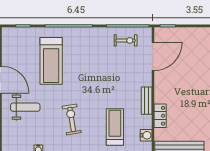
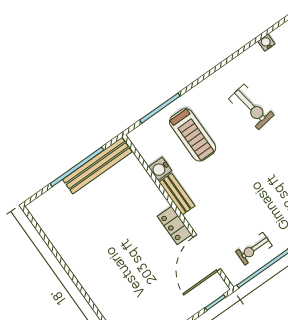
locker: (160, 116) -> (174, 225), moved
water cooler: (146, 135) -> (160, 169), moved

